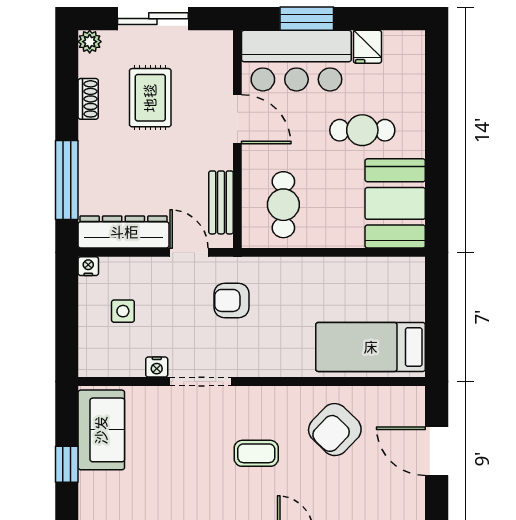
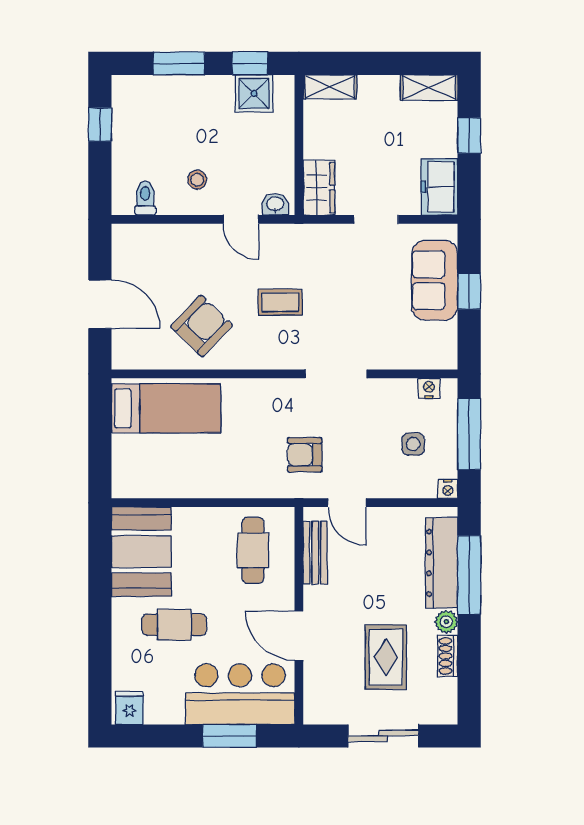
plant: (90, 42) -> (446, 622), moved
fridge: (367, 47) -> (129, 708), moved
dresser: (124, 232) -> (442, 563), moved, turned 90
armchair: (231, 300) -> (305, 455), turned 180
window: (67, 321) -> (469, 434), added
nightstand: (157, 367) -> (429, 388), moved
sofa: (101, 430) -> (435, 280), moved

